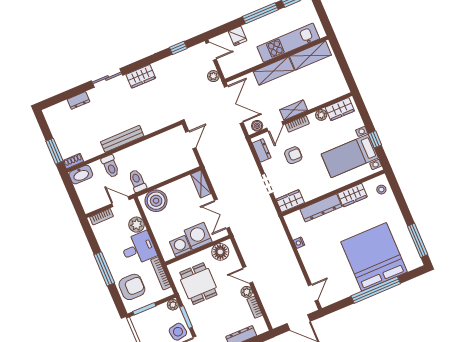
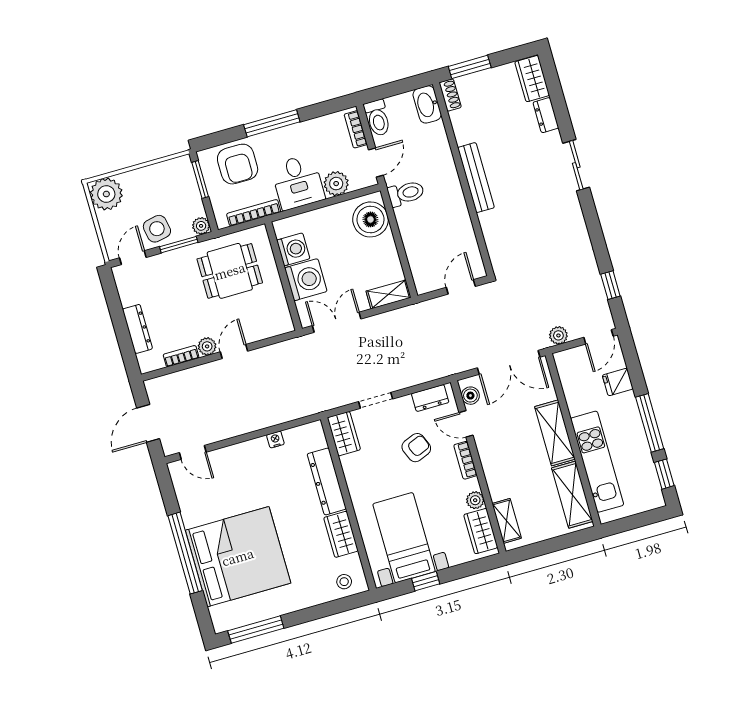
wardrobe: (141, 76) -> (532, 79), moved
shelving: (294, 110) -> (507, 521), moved
door: (191, 140) -> (461, 287), swing flipped
armchair: (293, 155) -> (416, 448), turned -112
toilet: (110, 166) -> (378, 118), moved, turned -90
floor lamp: (220, 252) -> (276, 312), removed

